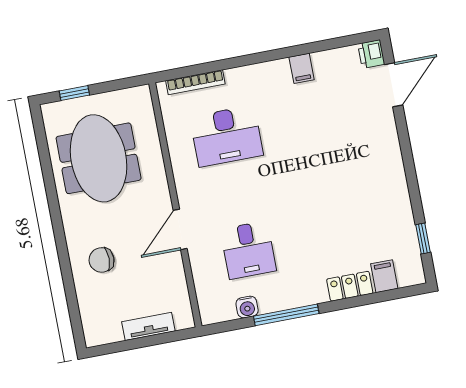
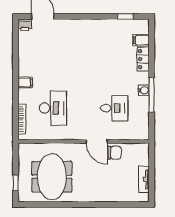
filing cabinet: (302, 68) -> (25, 82), moved
meeting table: (99, 158) -> (52, 177), turned 90
chair: (102, 260) -> (115, 153), moved, turned -90
water cooler: (247, 307) -> (144, 90), moved
tv unit: (148, 326) -> (144, 179), moved

